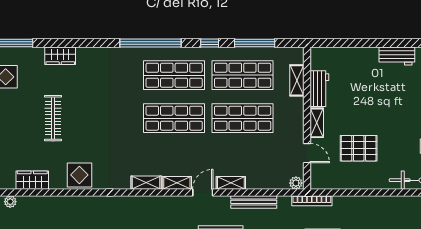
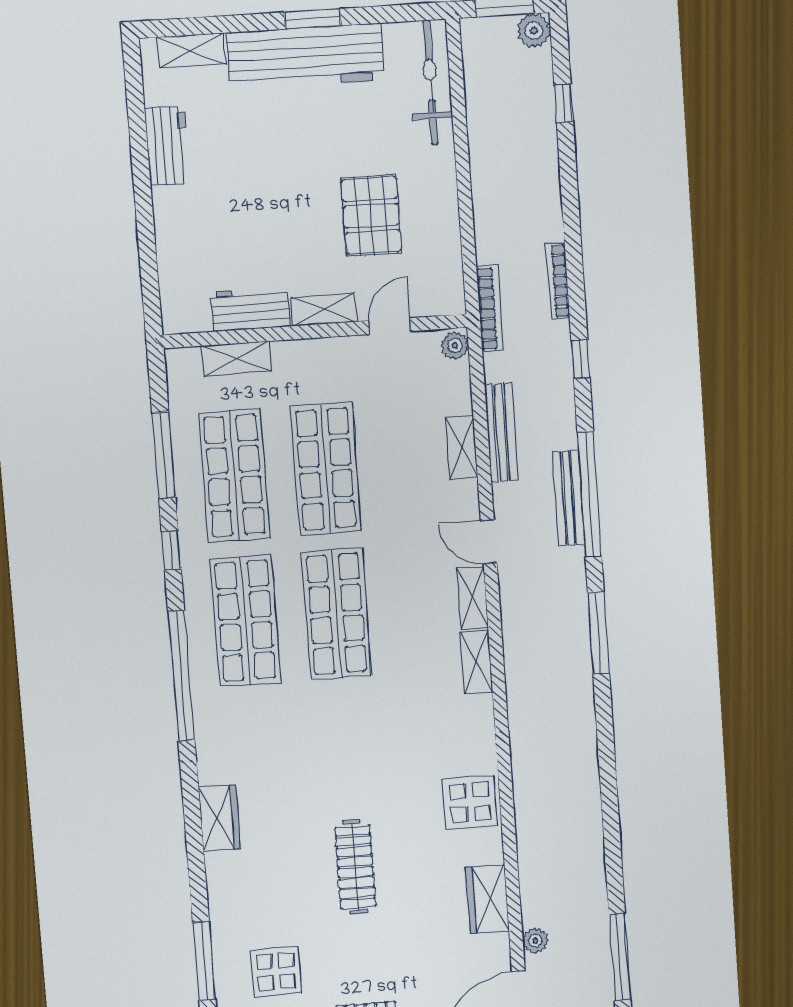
wardrobe: (60, 56) -> (220, 818), moved
clothes rail: (53, 118) -> (355, 867), turned 90
shelving: (231, 183) -> (462, 448), moved

